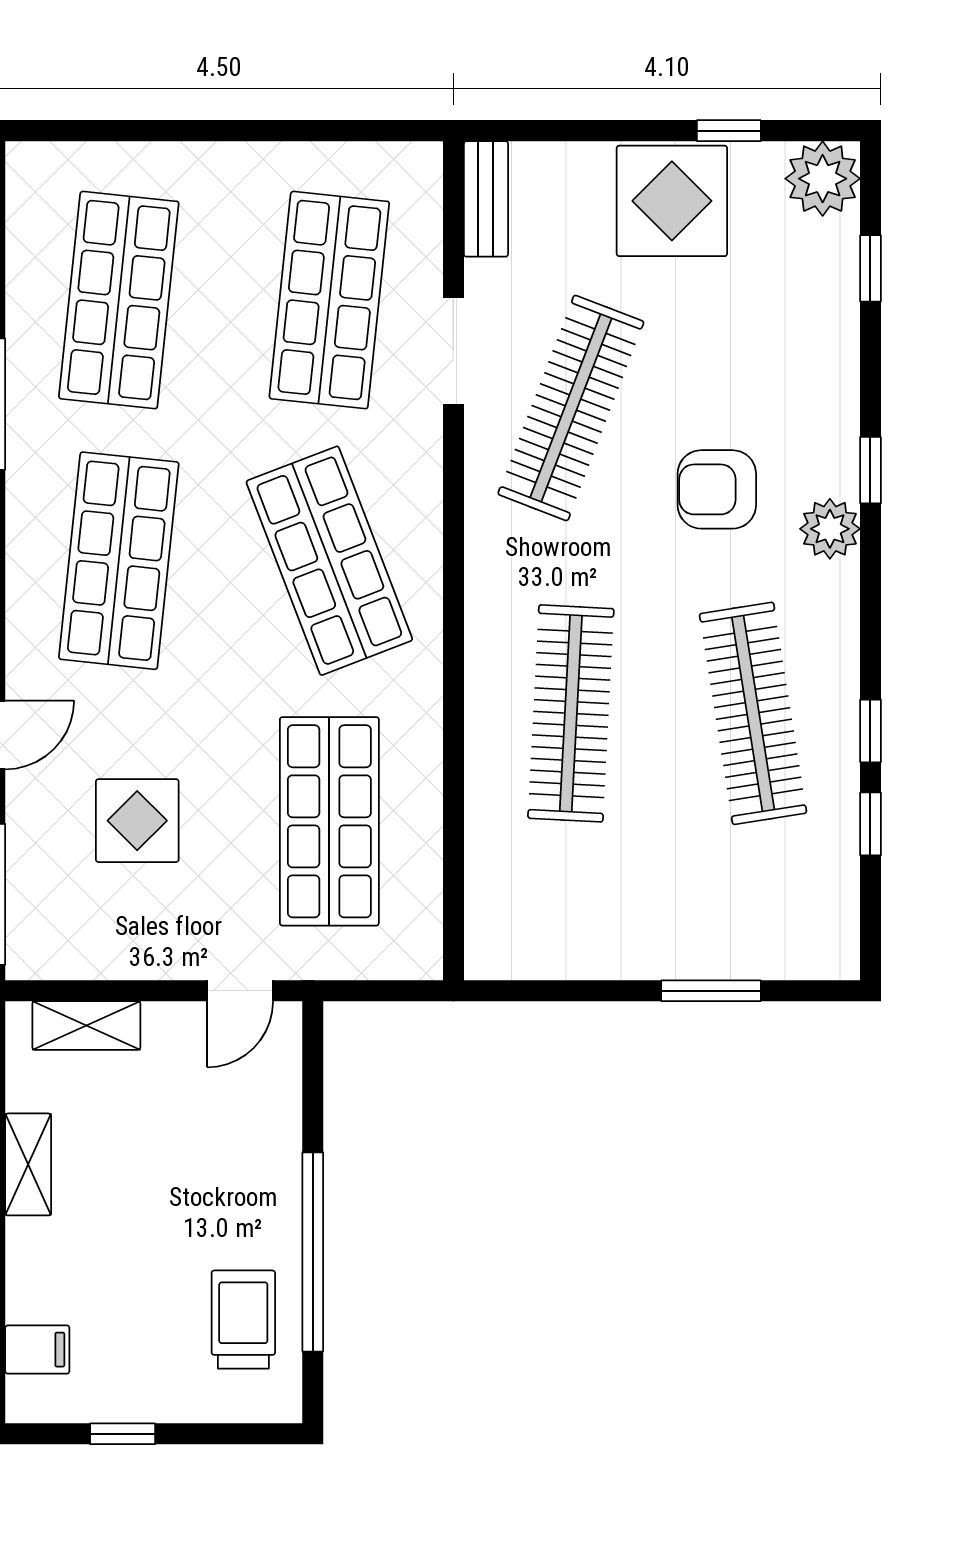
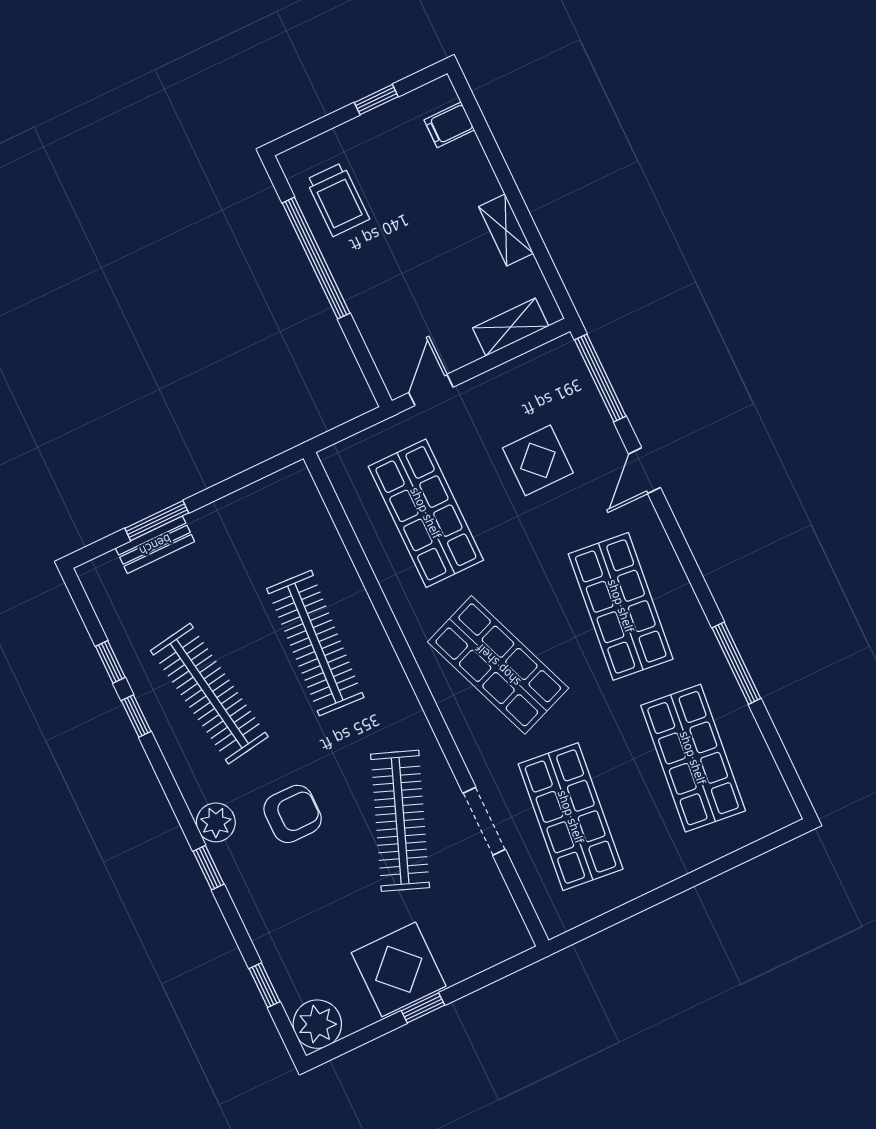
window: (729, 131) -> (423, 1008), moved
bench: (486, 199) -> (155, 545), moved, turned 90

